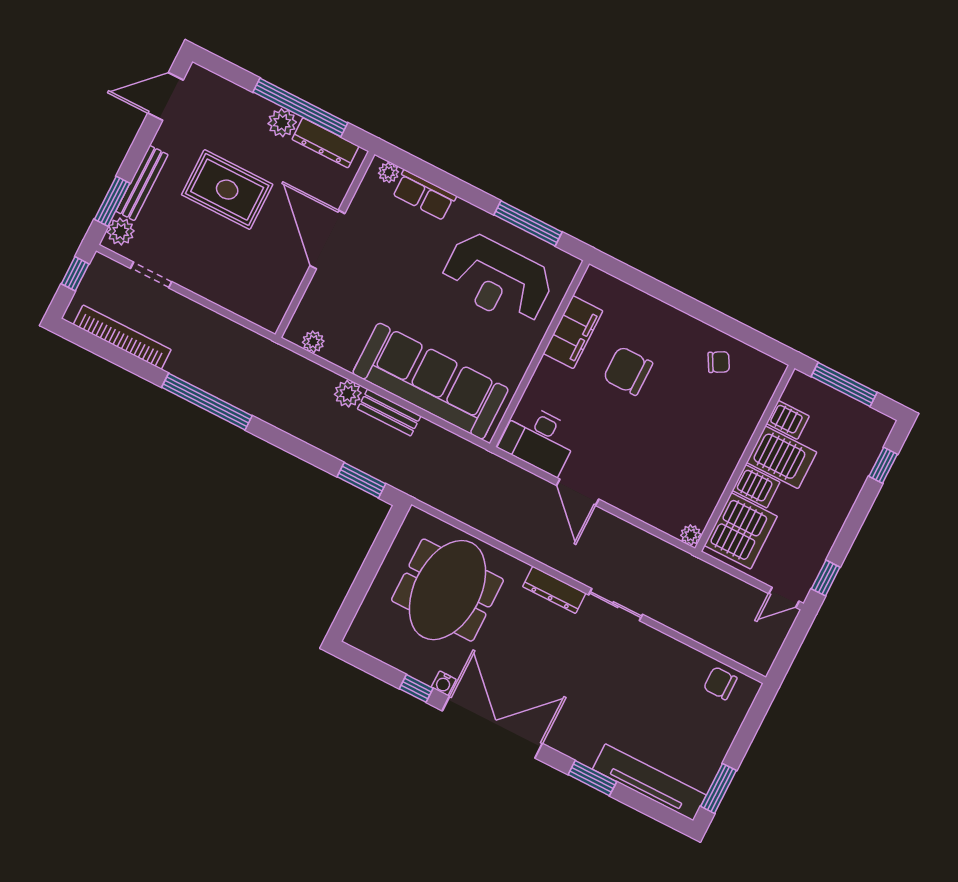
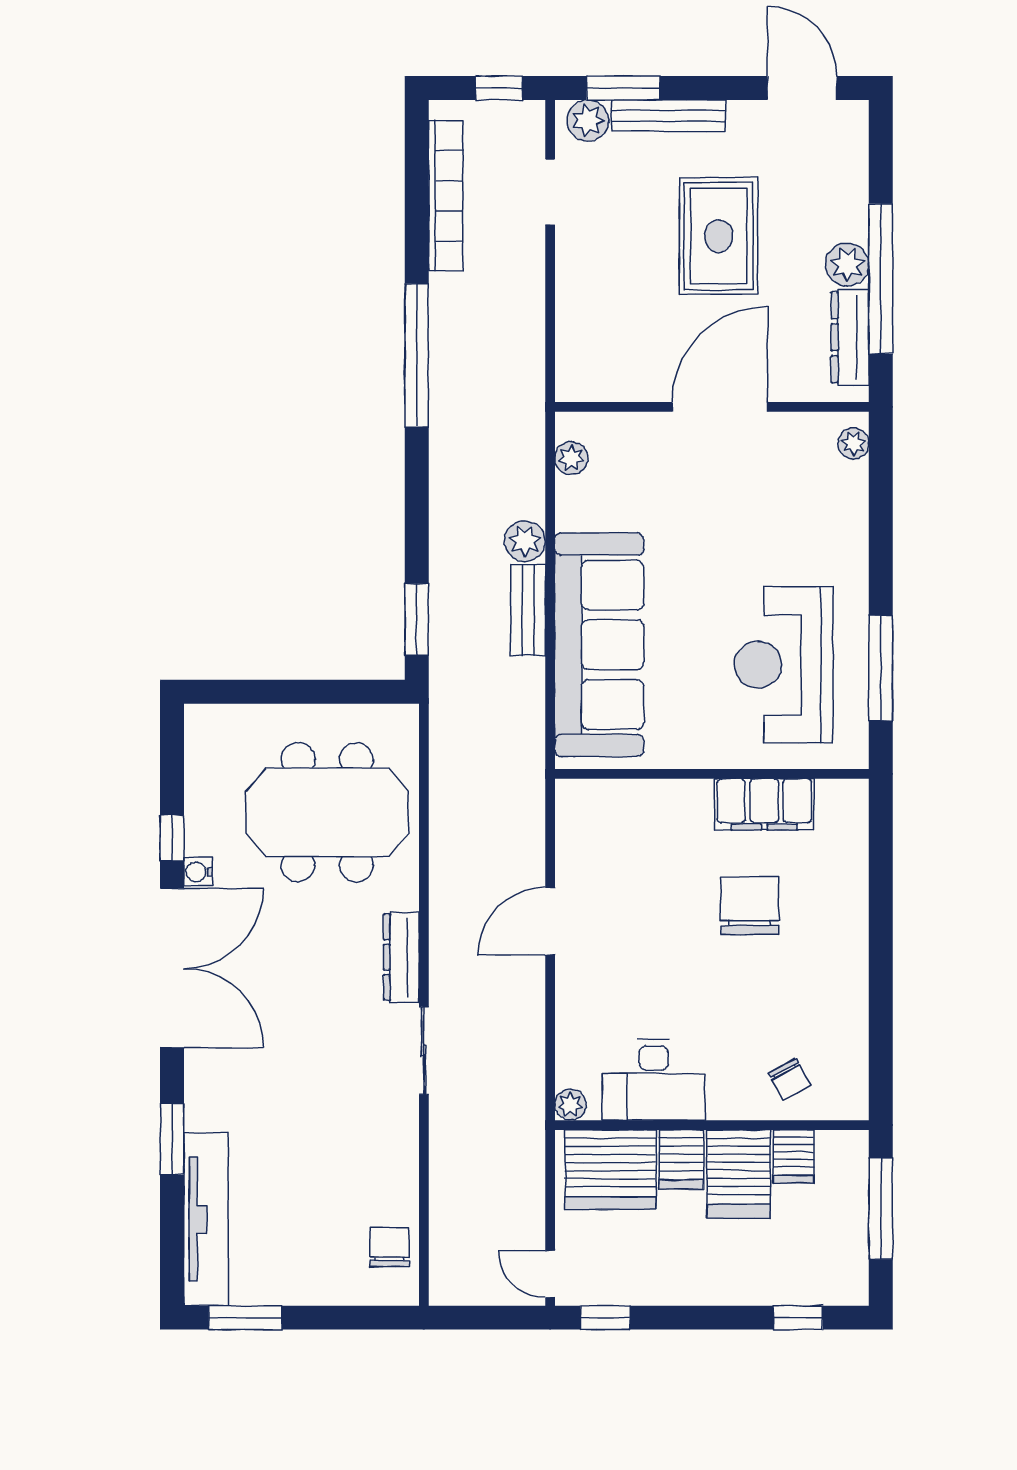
row of seats: (424, 195) -> (847, 507), removed
chair: (719, 362) -> (789, 1079), moved
desk: (539, 439) -> (654, 1080), moved, turned -90

